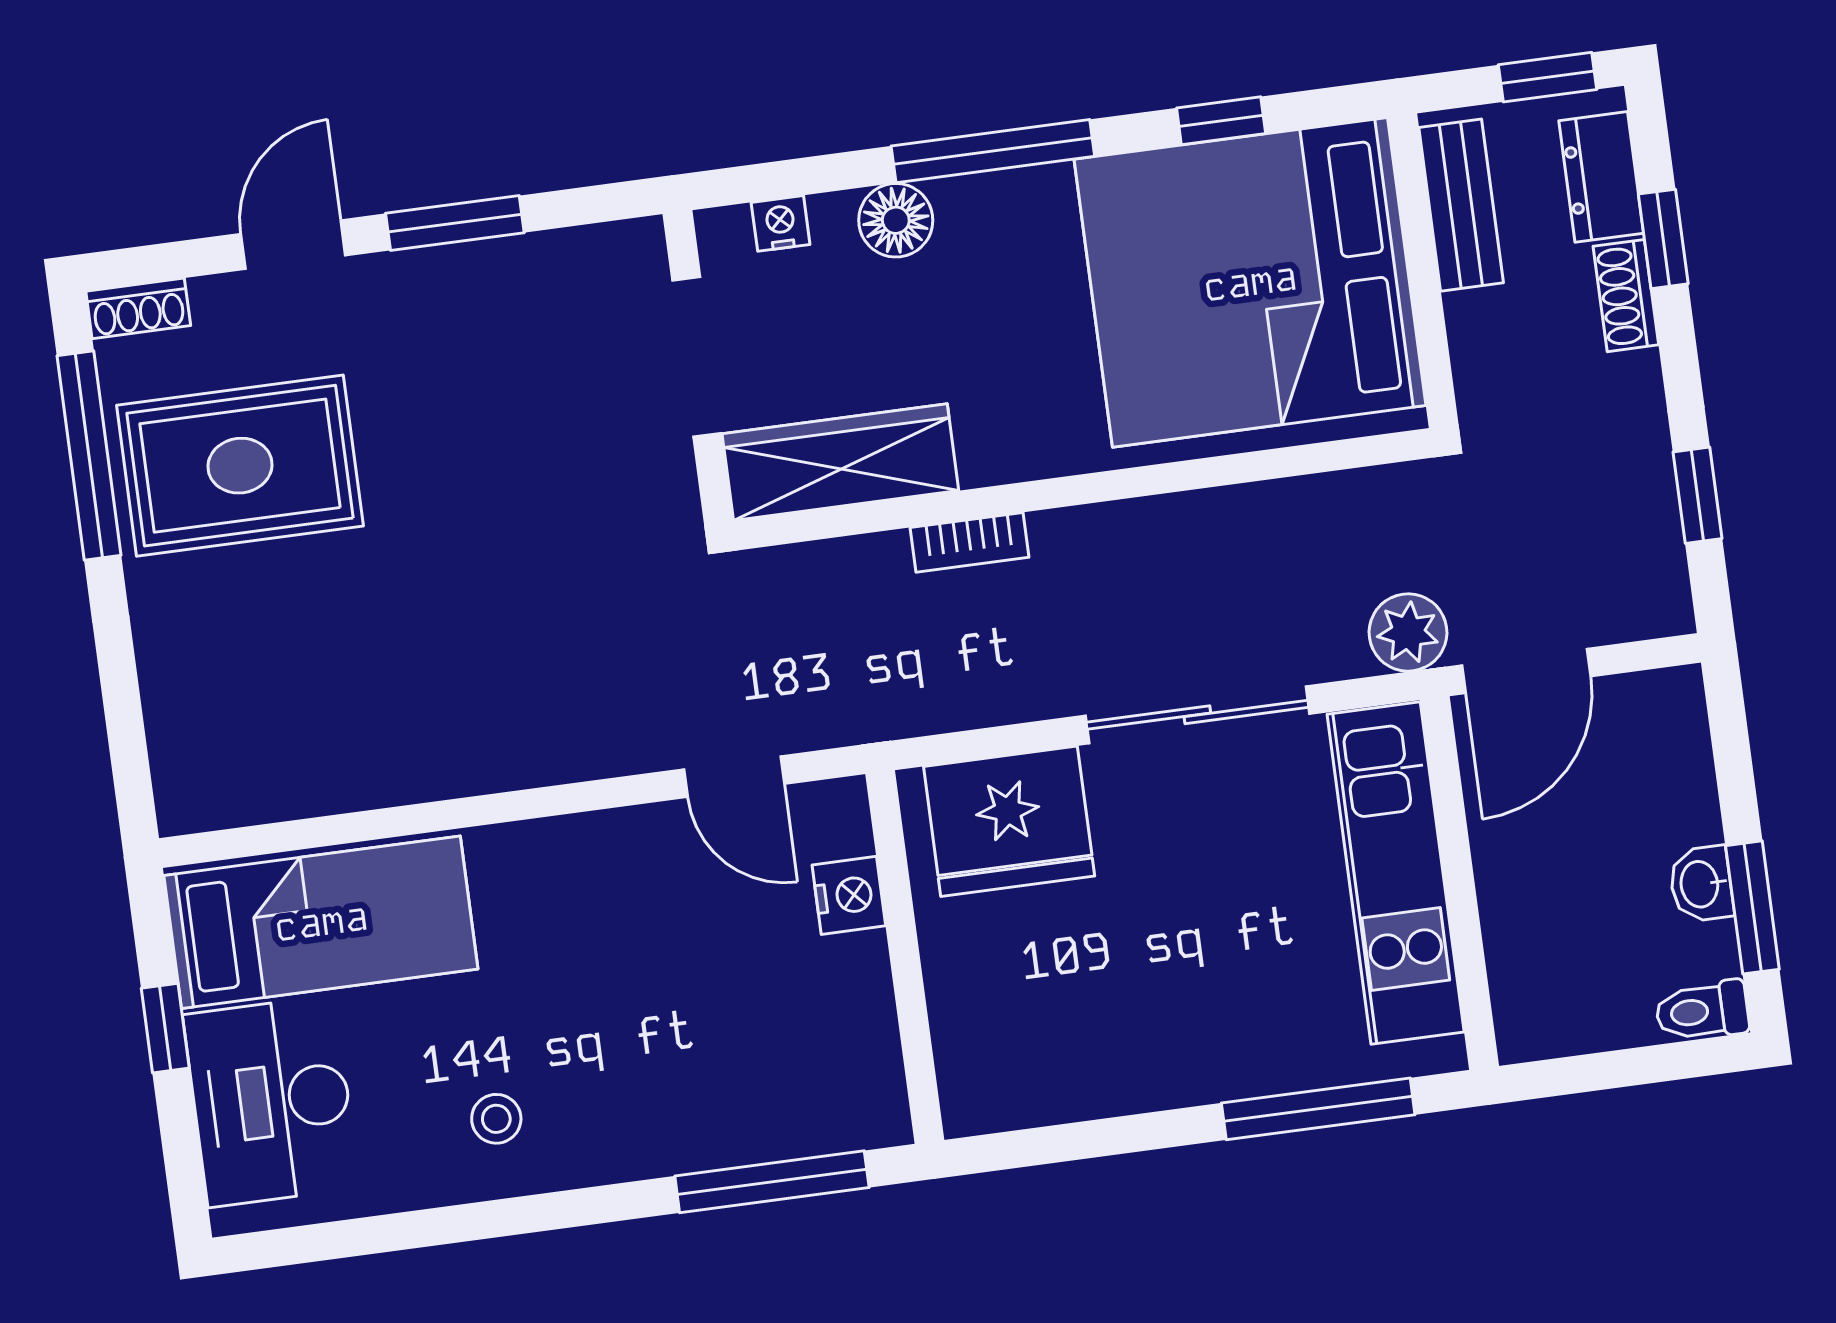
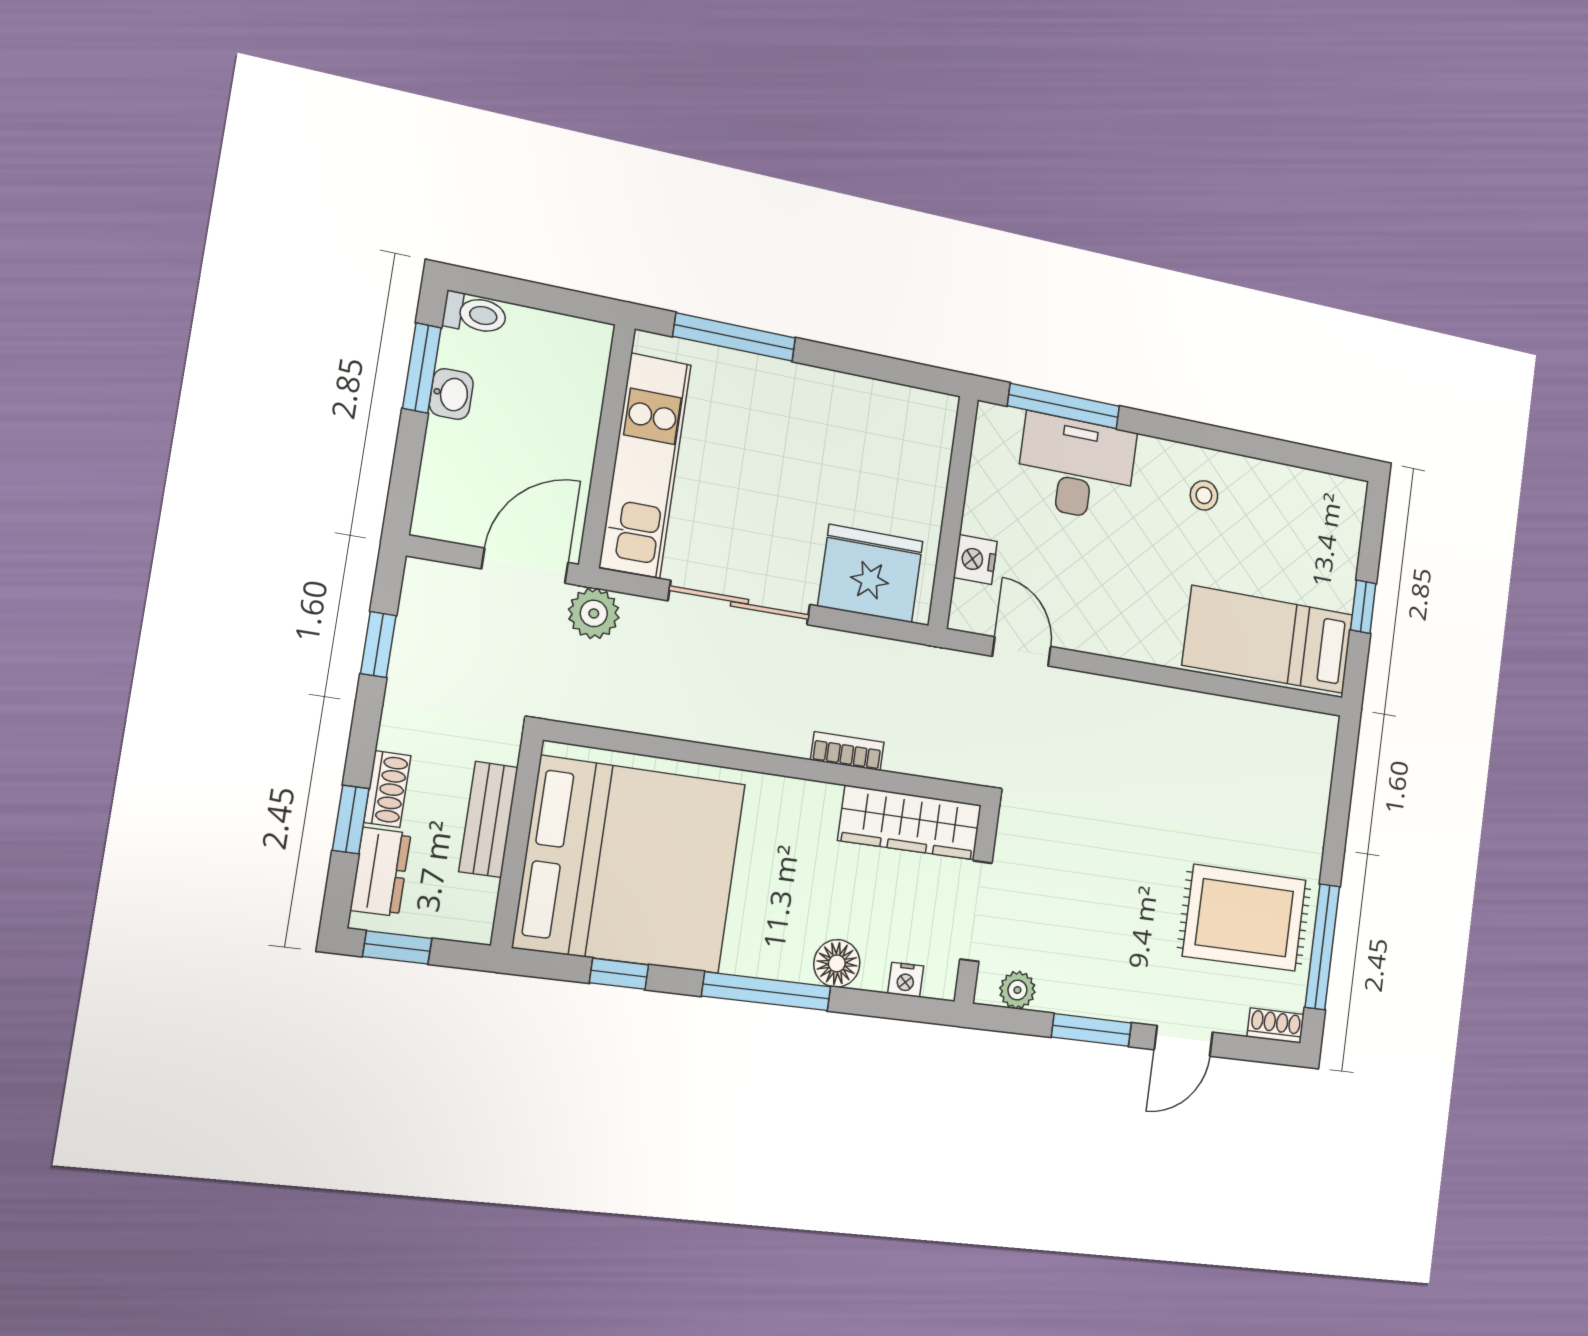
bench: (1461, 205) -> (489, 819), moved
plant: (595, 254) -> (1017, 990), added
desk: (271, 1101) -> (1076, 468), moved, turned -90

